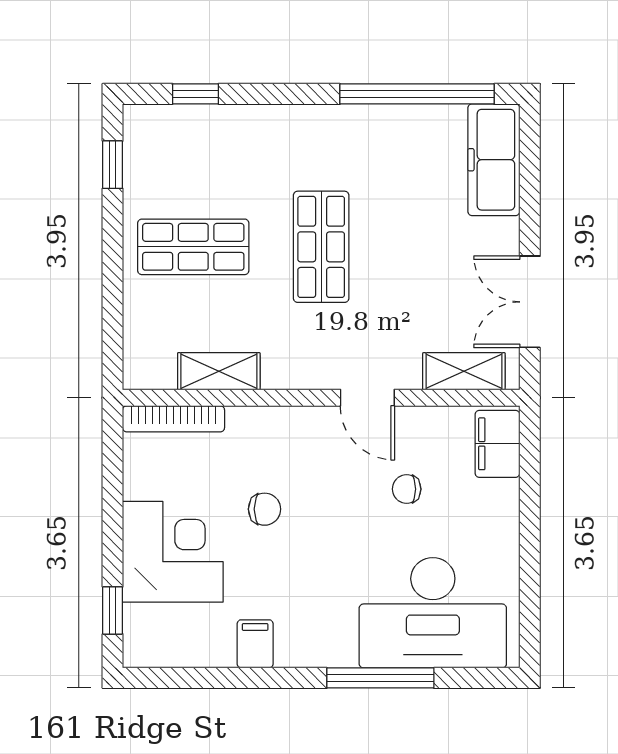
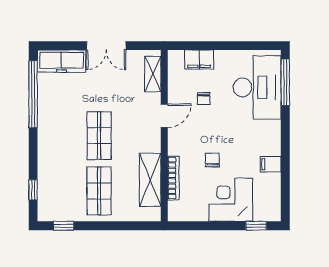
shop shelf: (321, 247) -> (99, 136), turned 90
double door: (530, 302) -> (106, 46), moved
shelving: (219, 371) -> (150, 180), width x1.50, depth x1.33
bookcase: (174, 419) -> (173, 178), moved
filing cabinet: (497, 444) -> (199, 60), moved
window: (380, 678) -> (285, 82), moved

